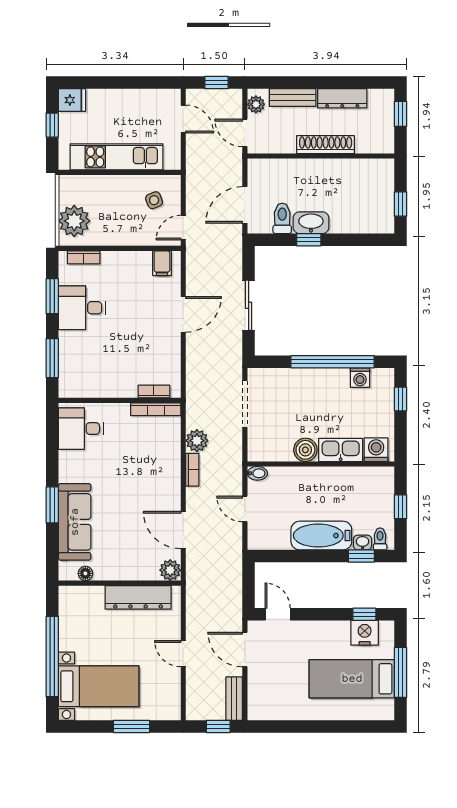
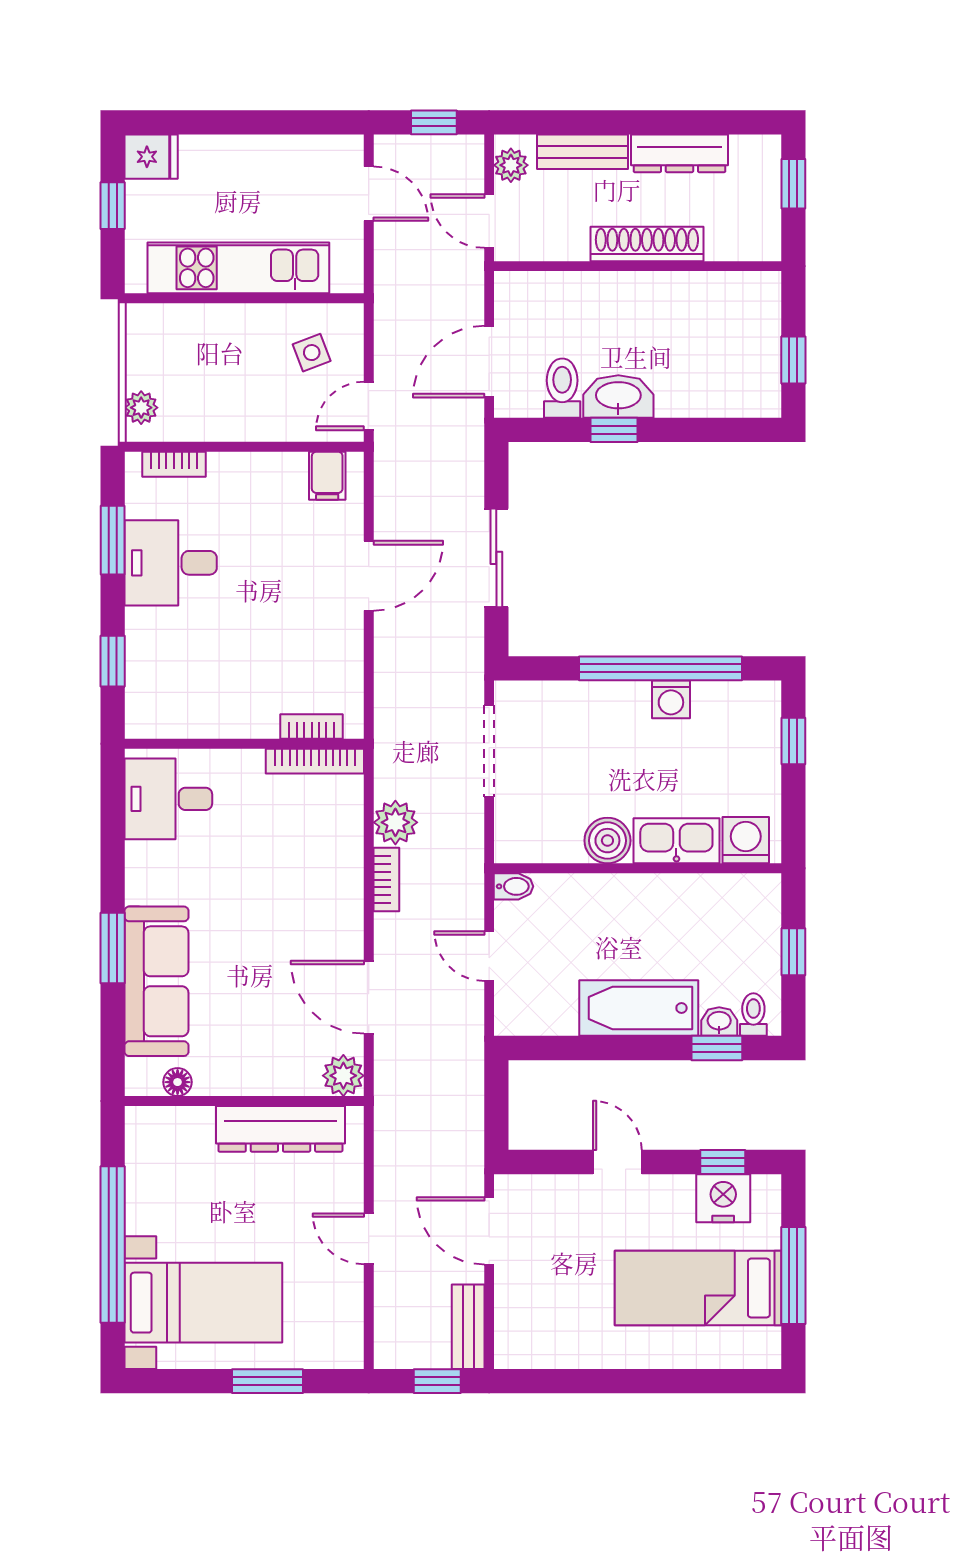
plant: (74, 221) -> (141, 408), width x0.53, depth x0.53
window: (52, 358) -> (113, 661), width x0.67
washing machine: (360, 378) -> (671, 699), moved
door: (278, 614) -> (617, 1162), moved

